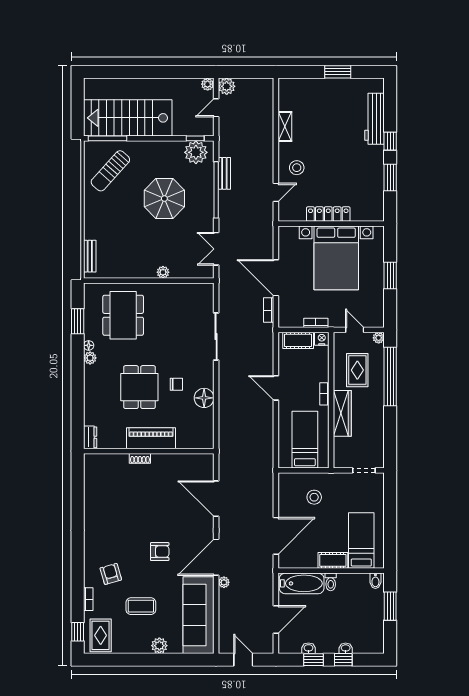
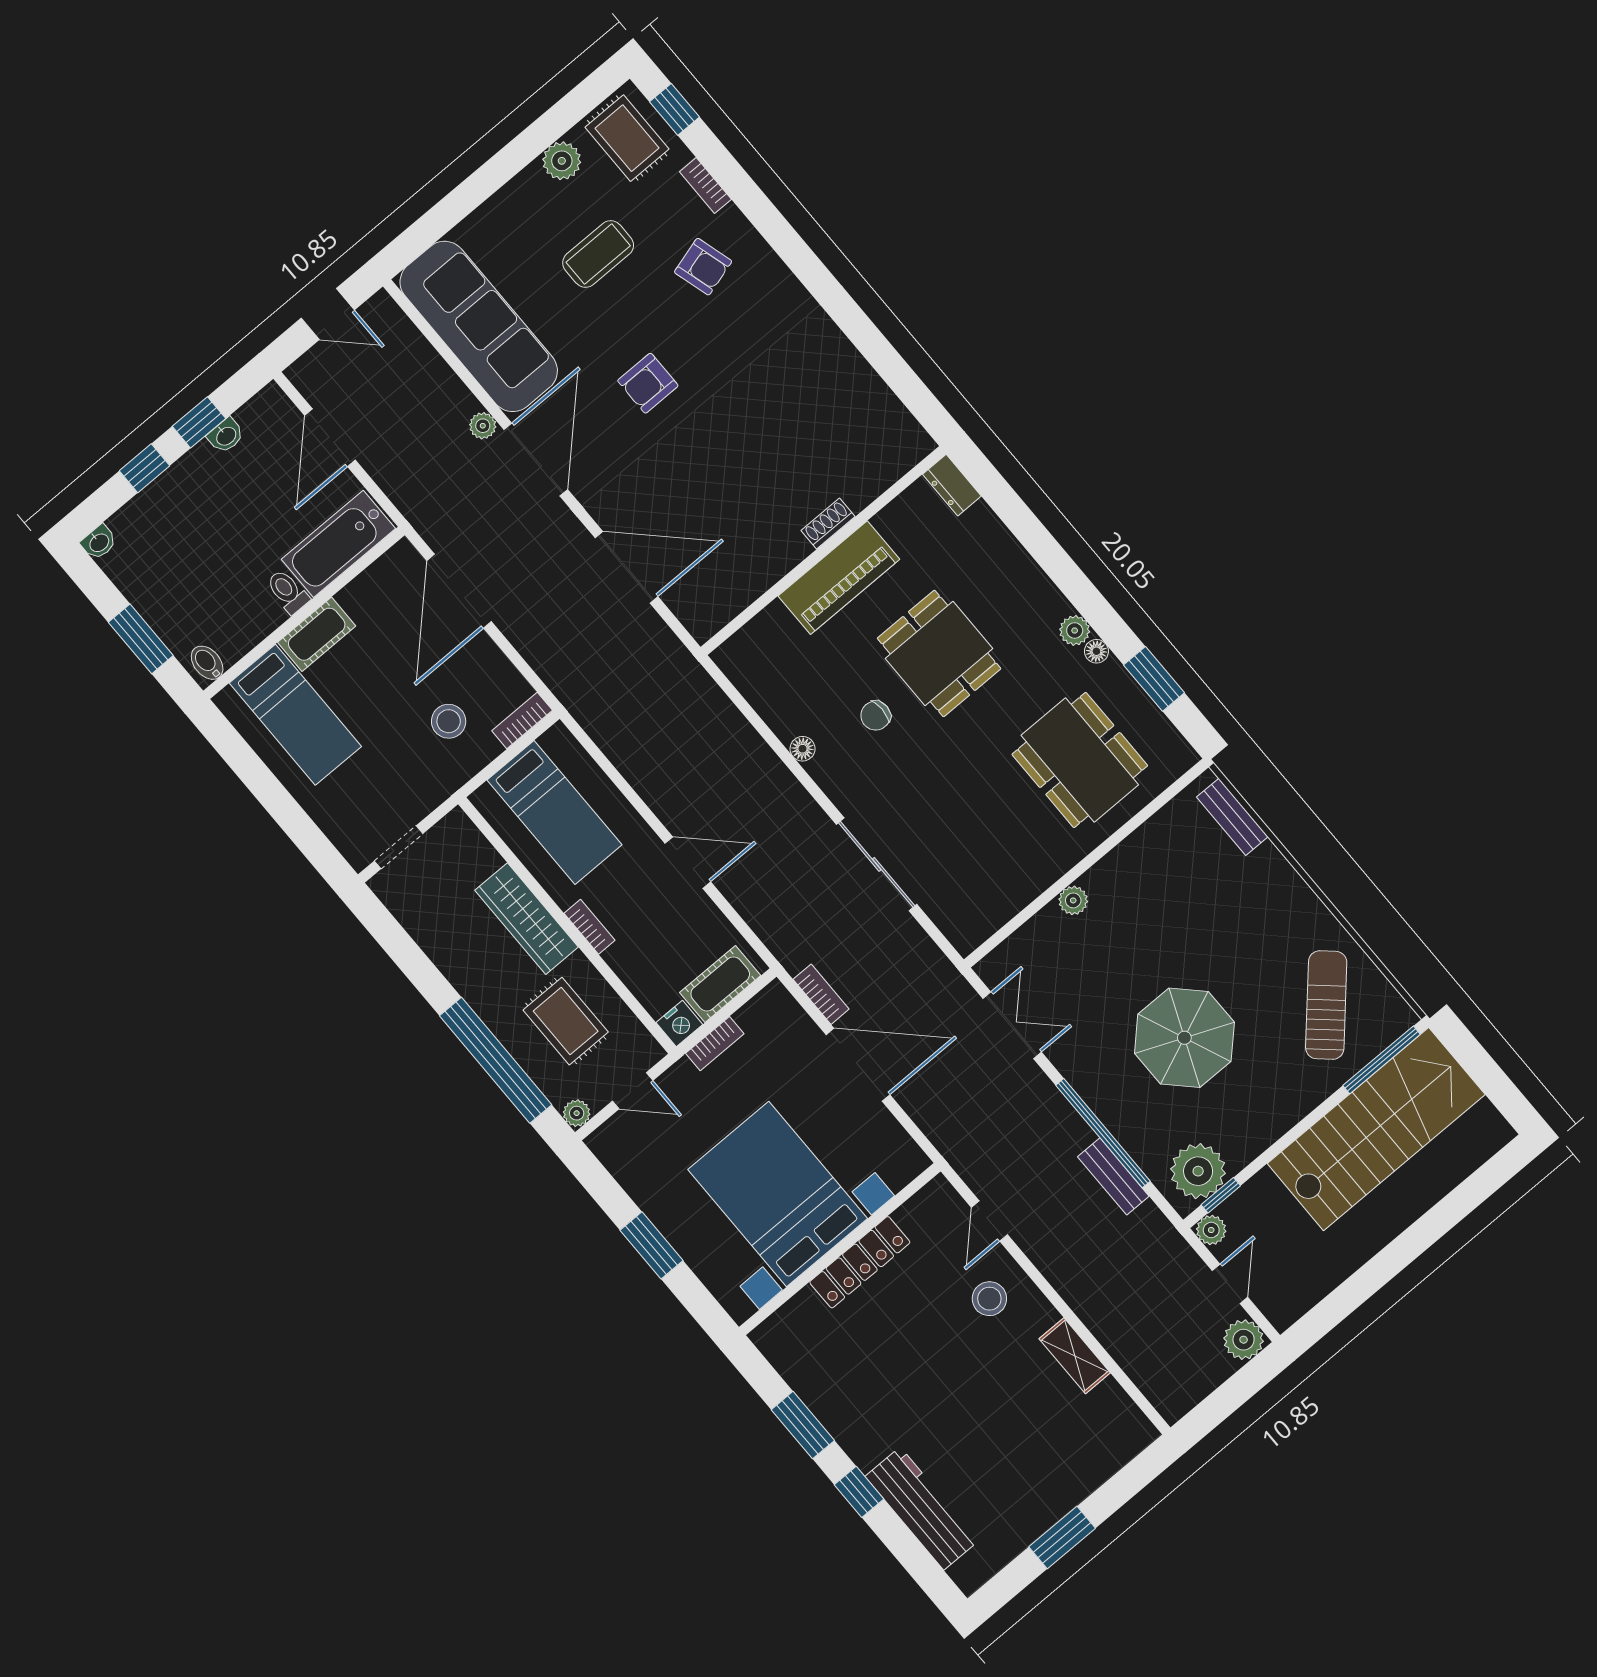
plant: (208, 84) -> (1211, 1230), moved
floor lamp: (204, 398) -> (803, 749), width x0.53, depth x0.53
bookcase: (291, 478) -> (522, 721), added
plant: (159, 646) -> (562, 161), moved
washbasin: (346, 648) -> (99, 542), moved

